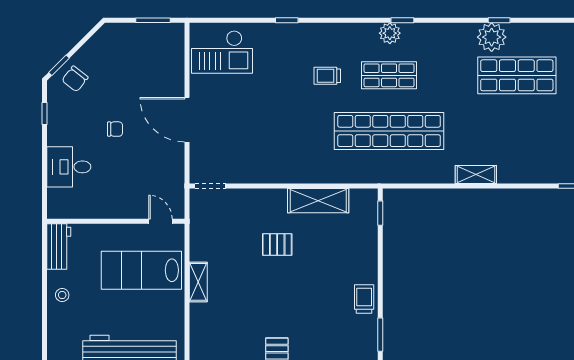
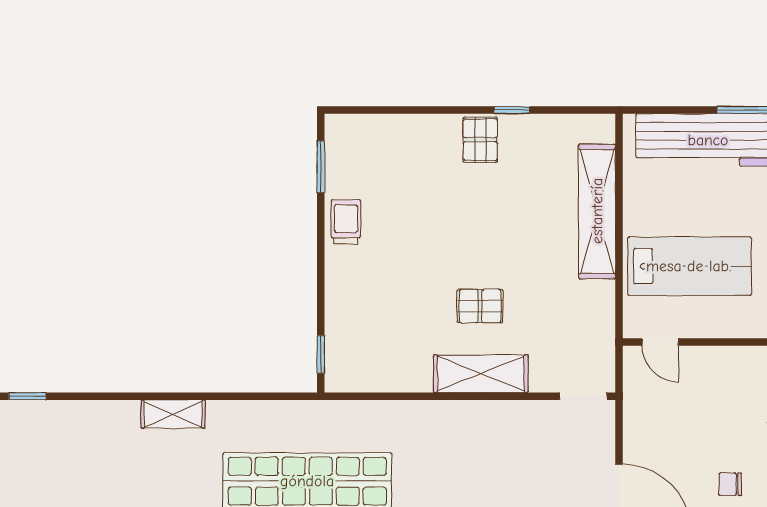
shelving: (318, 201) -> (481, 374), moved
shelving: (198, 282) -> (597, 211), width x2.20, depth x1.33
trolley: (364, 299) -> (346, 222), turned 180

